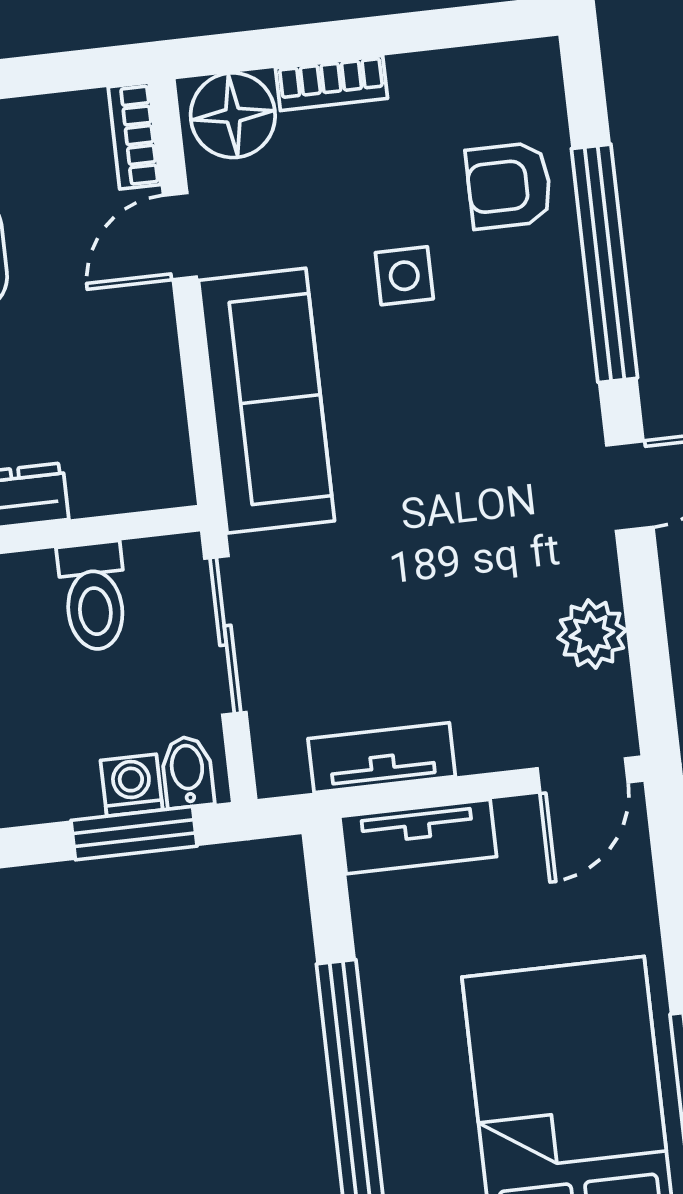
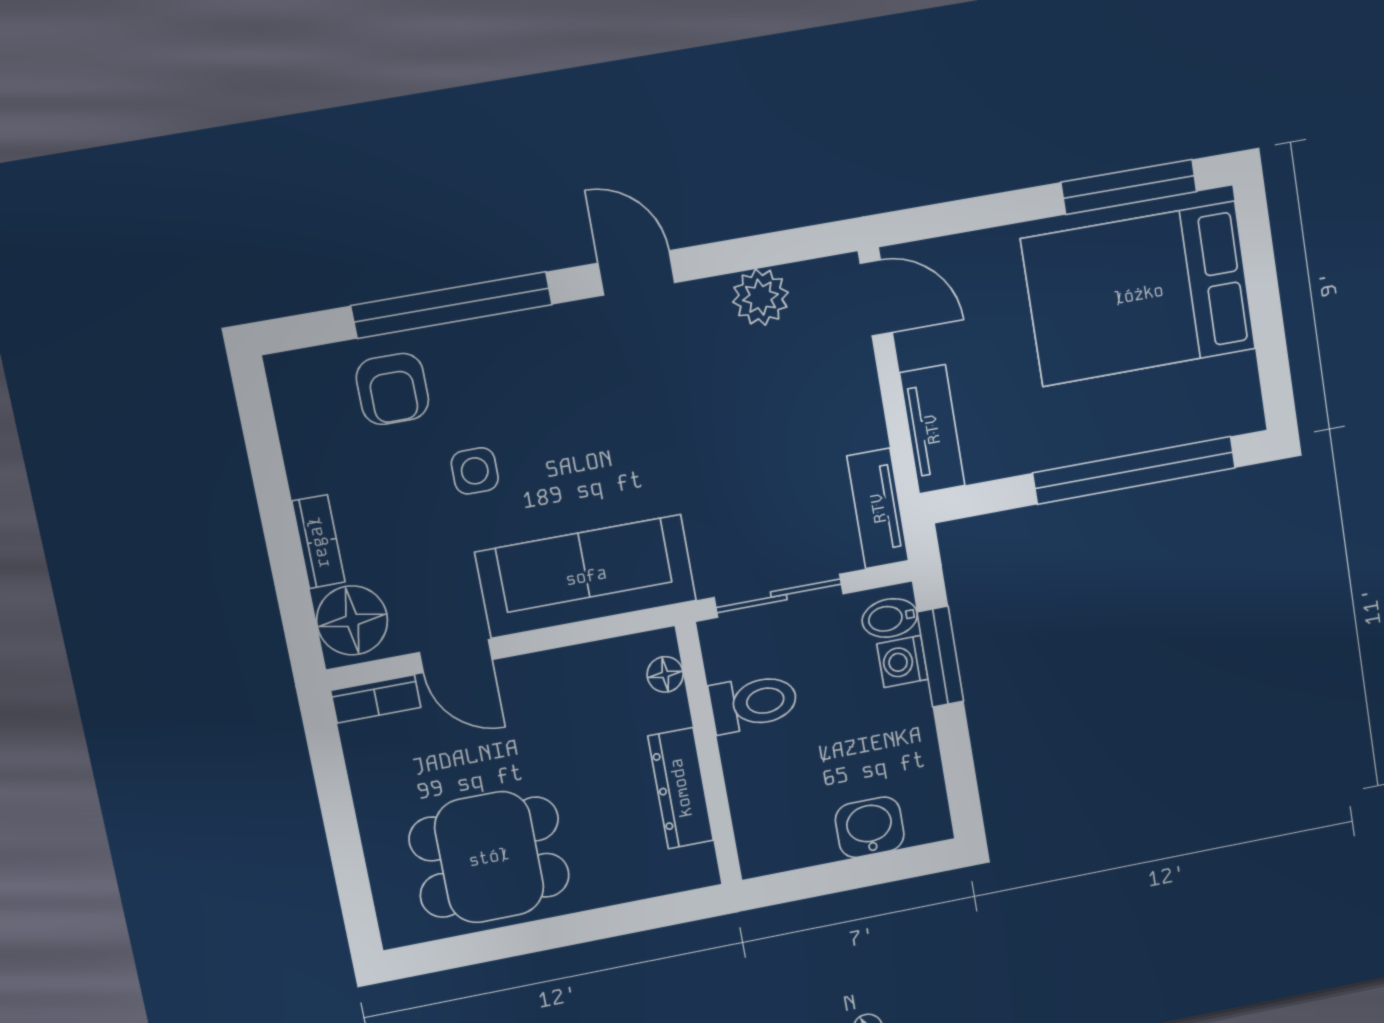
floor lamp: (138, 489) -> (665, 674), added
tv unit: (382, 758) -> (878, 508), moved

